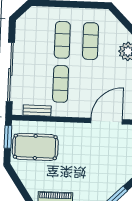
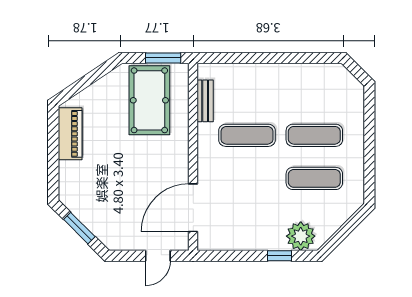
sliding door: (10, 72) -> (263, 58), removed
door: (107, 121) -> (193, 208), swing flipped

